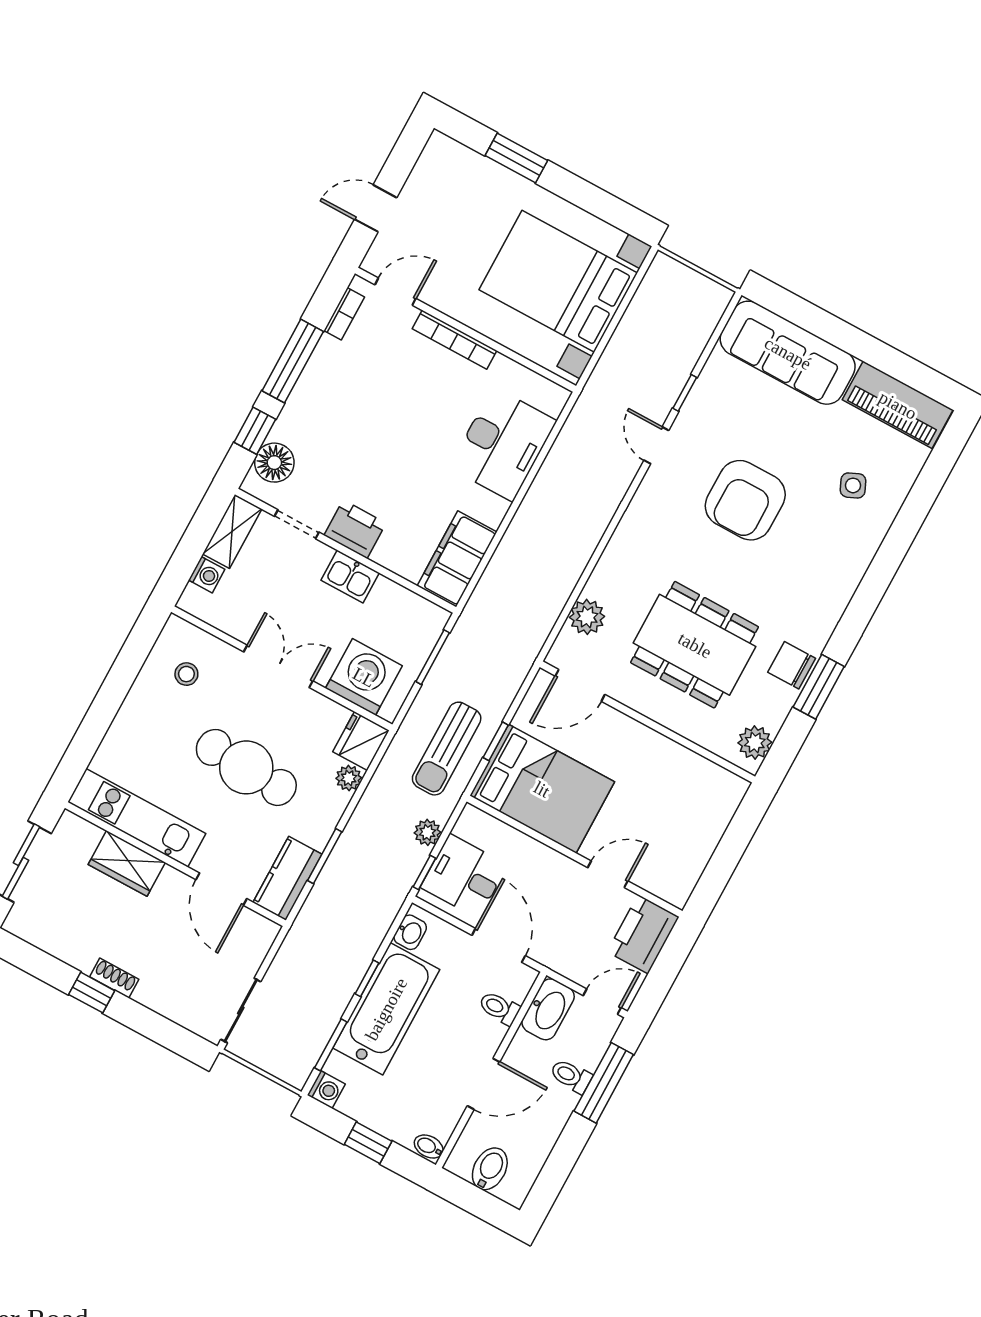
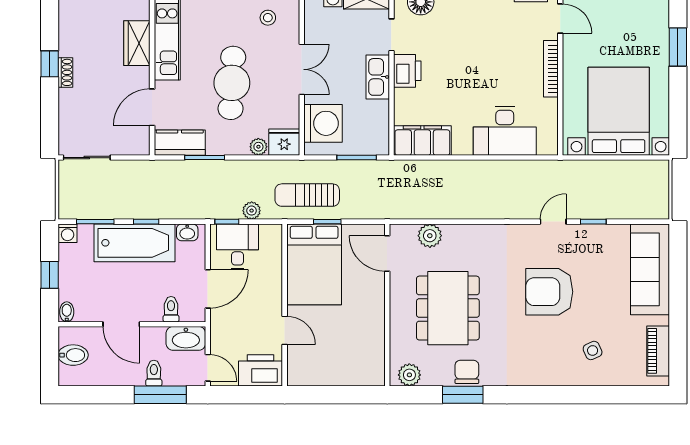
piano: (898, 405) -> (658, 351), width x0.73, depth x0.75
kitchen sink: (350, 577) -> (378, 77), width x1.38

